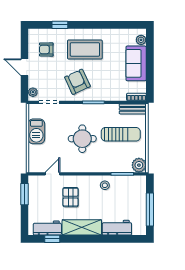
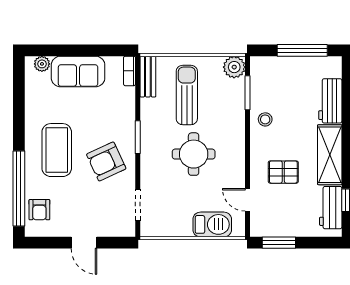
window: (60, 25) -> (19, 188), width x3.17
armchair: (46, 49) -> (39, 210), moved
door: (25, 67) -> (84, 243), hinge flipped
plant: (33, 92) -> (122, 230), removed
barbecue: (36, 131) -> (212, 224), moved

